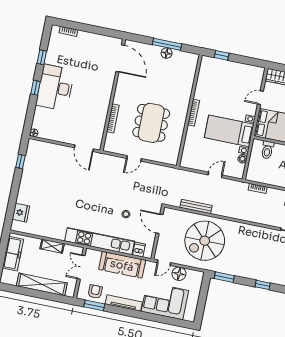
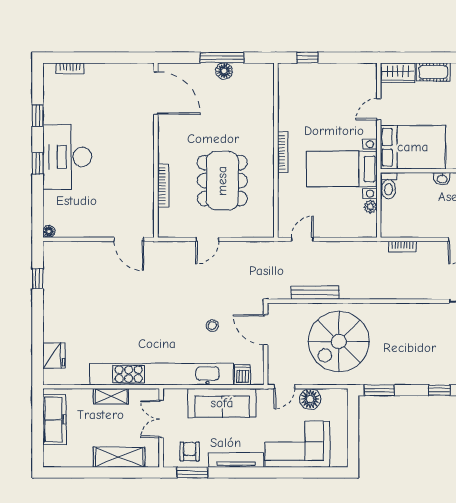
toilet: (267, 150) -> (389, 186), moved
door: (215, 175) -> (302, 239), moved
kitchen unit: (99, 241) -> (162, 374), width x1.36
shelving: (42, 284) -> (119, 457), width x0.68

